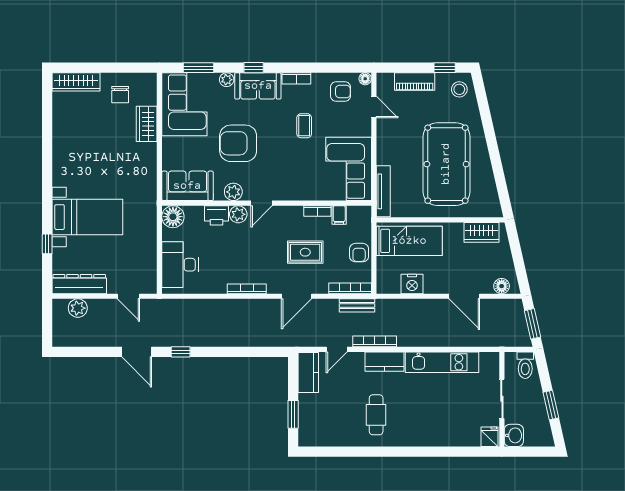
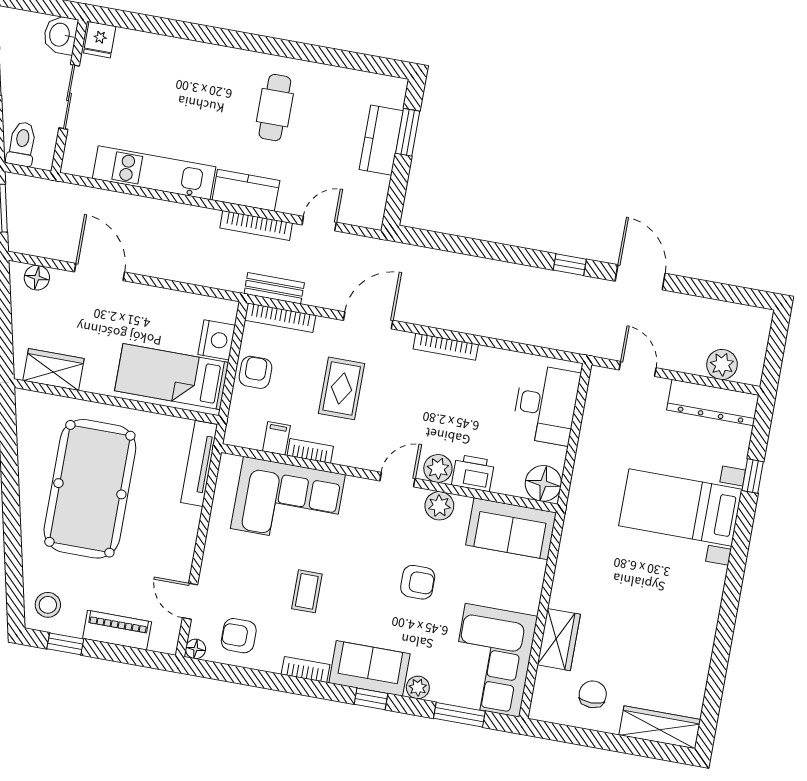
armchair: (238, 143) -> (418, 582), width x0.53, depth x0.53
corner sofa: (349, 169) -> (288, 502), moved, turned 90
rug: (305, 252) -> (342, 388), turned 90
nightstand: (412, 284) -> (217, 340), moved, turned 90
kitchen counter: (308, 373) -> (381, 140), moved

